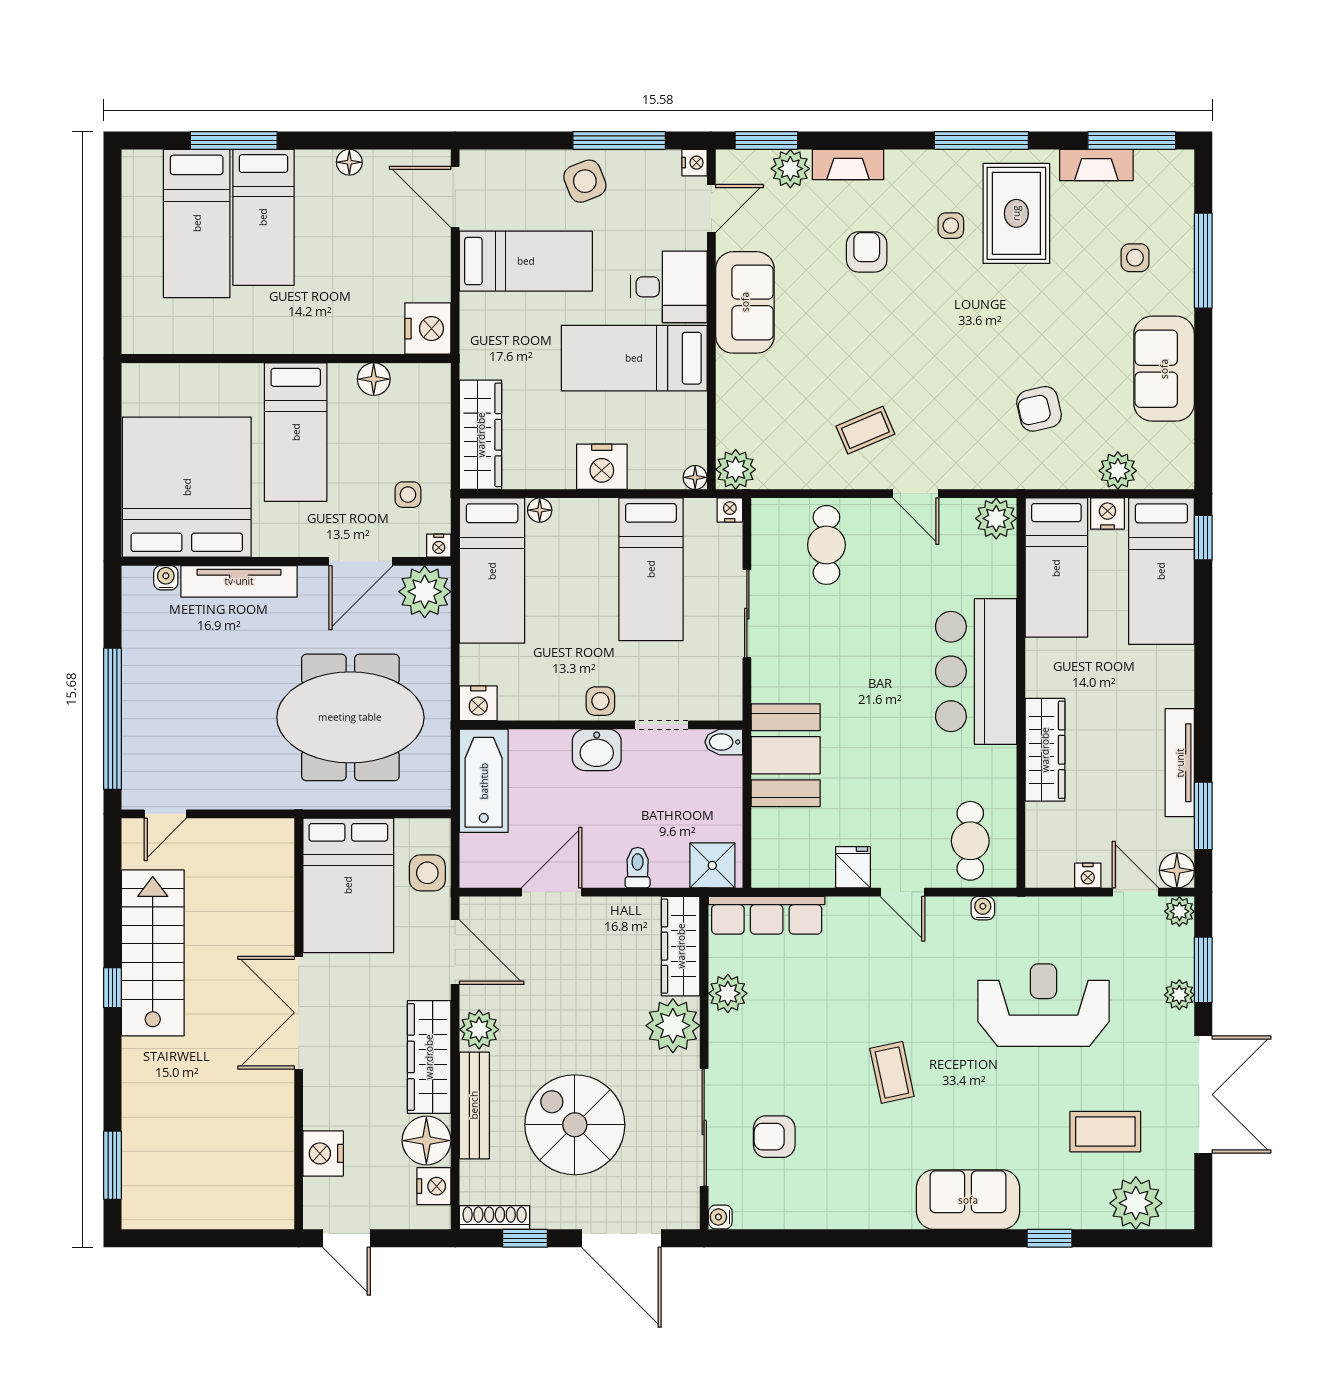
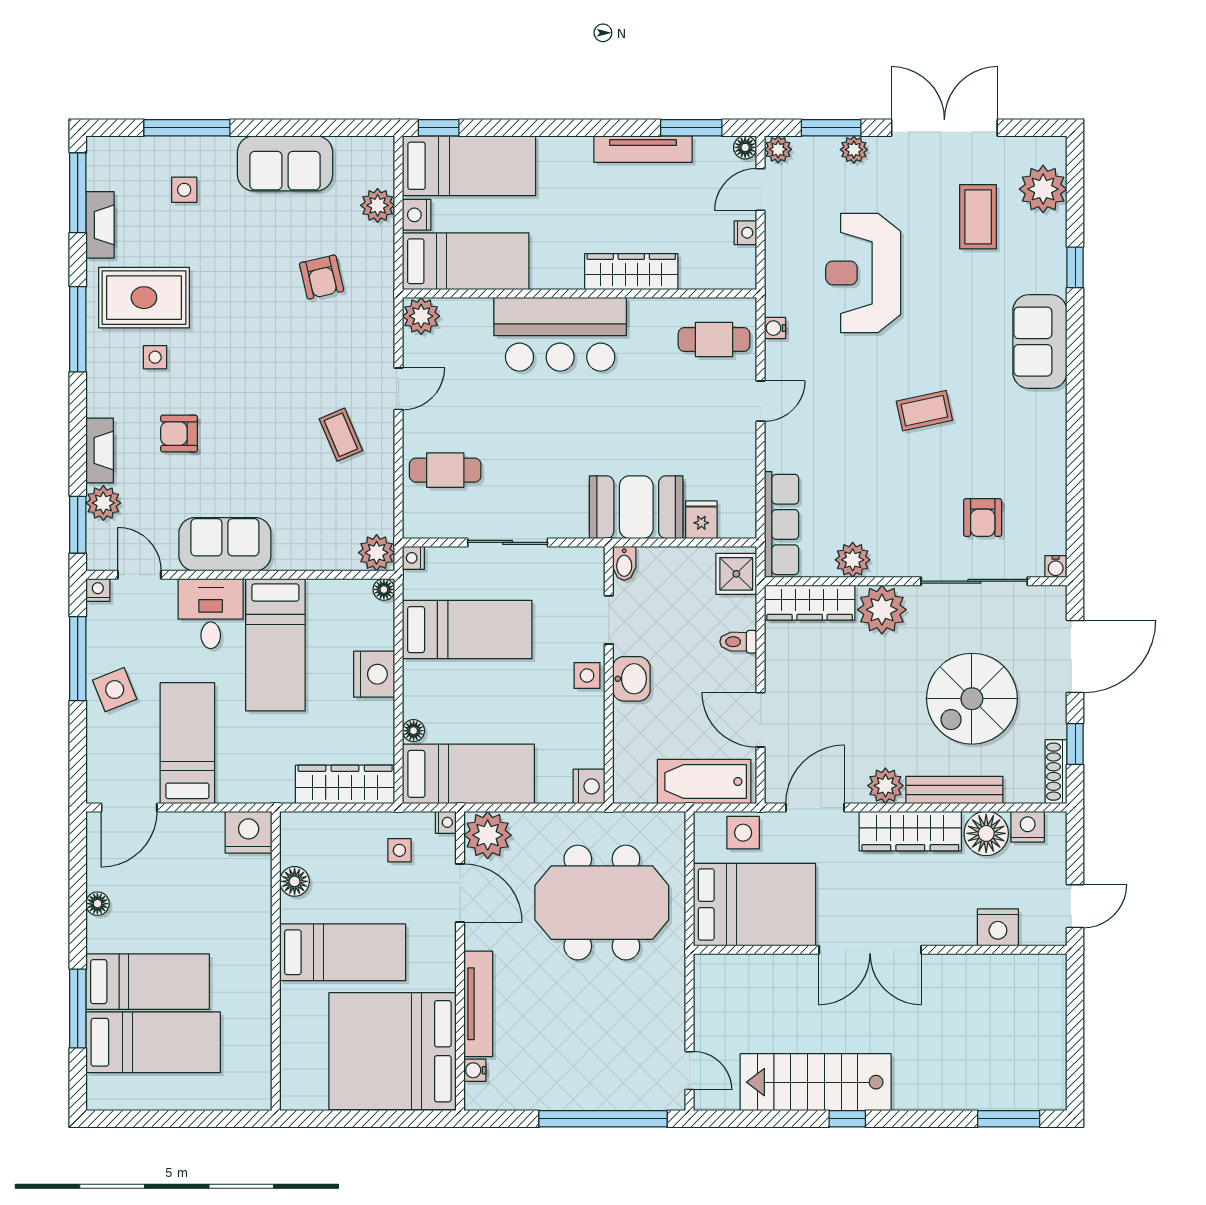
meeting table: (350, 717) -> (602, 903), turned 90
bathtub: (484, 781) -> (704, 781), moved
fridge: (853, 867) -> (701, 520), moved, turned 90
floor lamp: (1177, 870) -> (745, 147), width x0.73, depth x0.73

